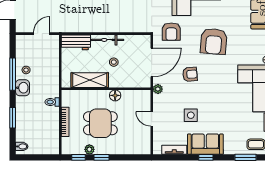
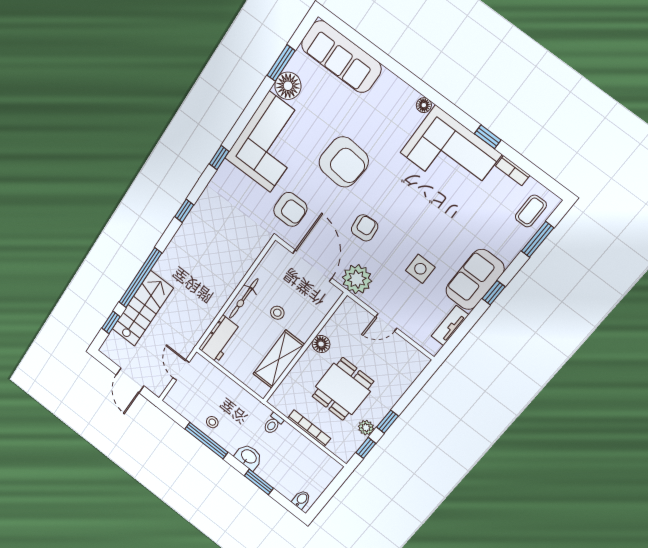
washbasin: (22, 88) -> (249, 457), moved
plant: (158, 89) -> (357, 279), width x1.87, depth x1.87

